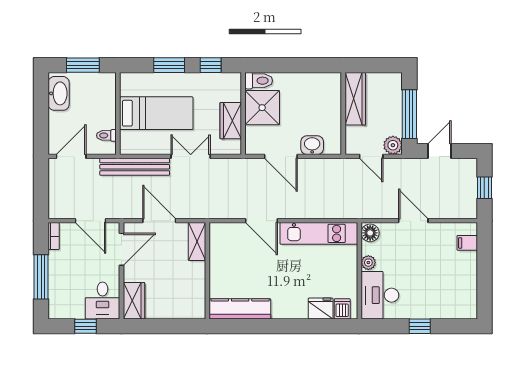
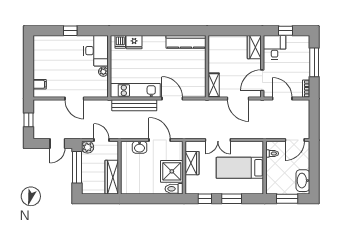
bench: (135, 167) -> (134, 105), moved
floor lamp: (370, 233) -> (102, 91), removed

